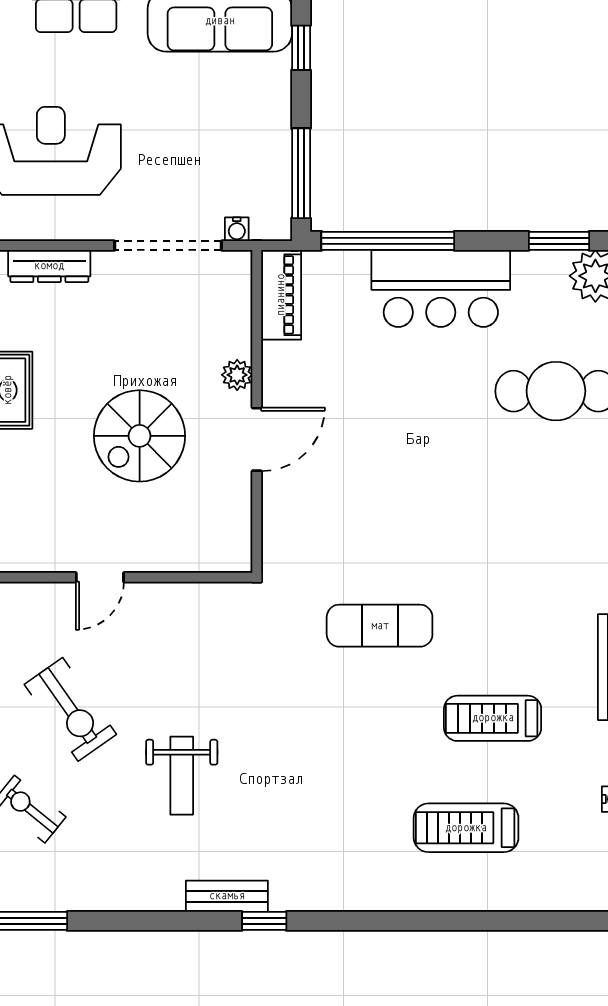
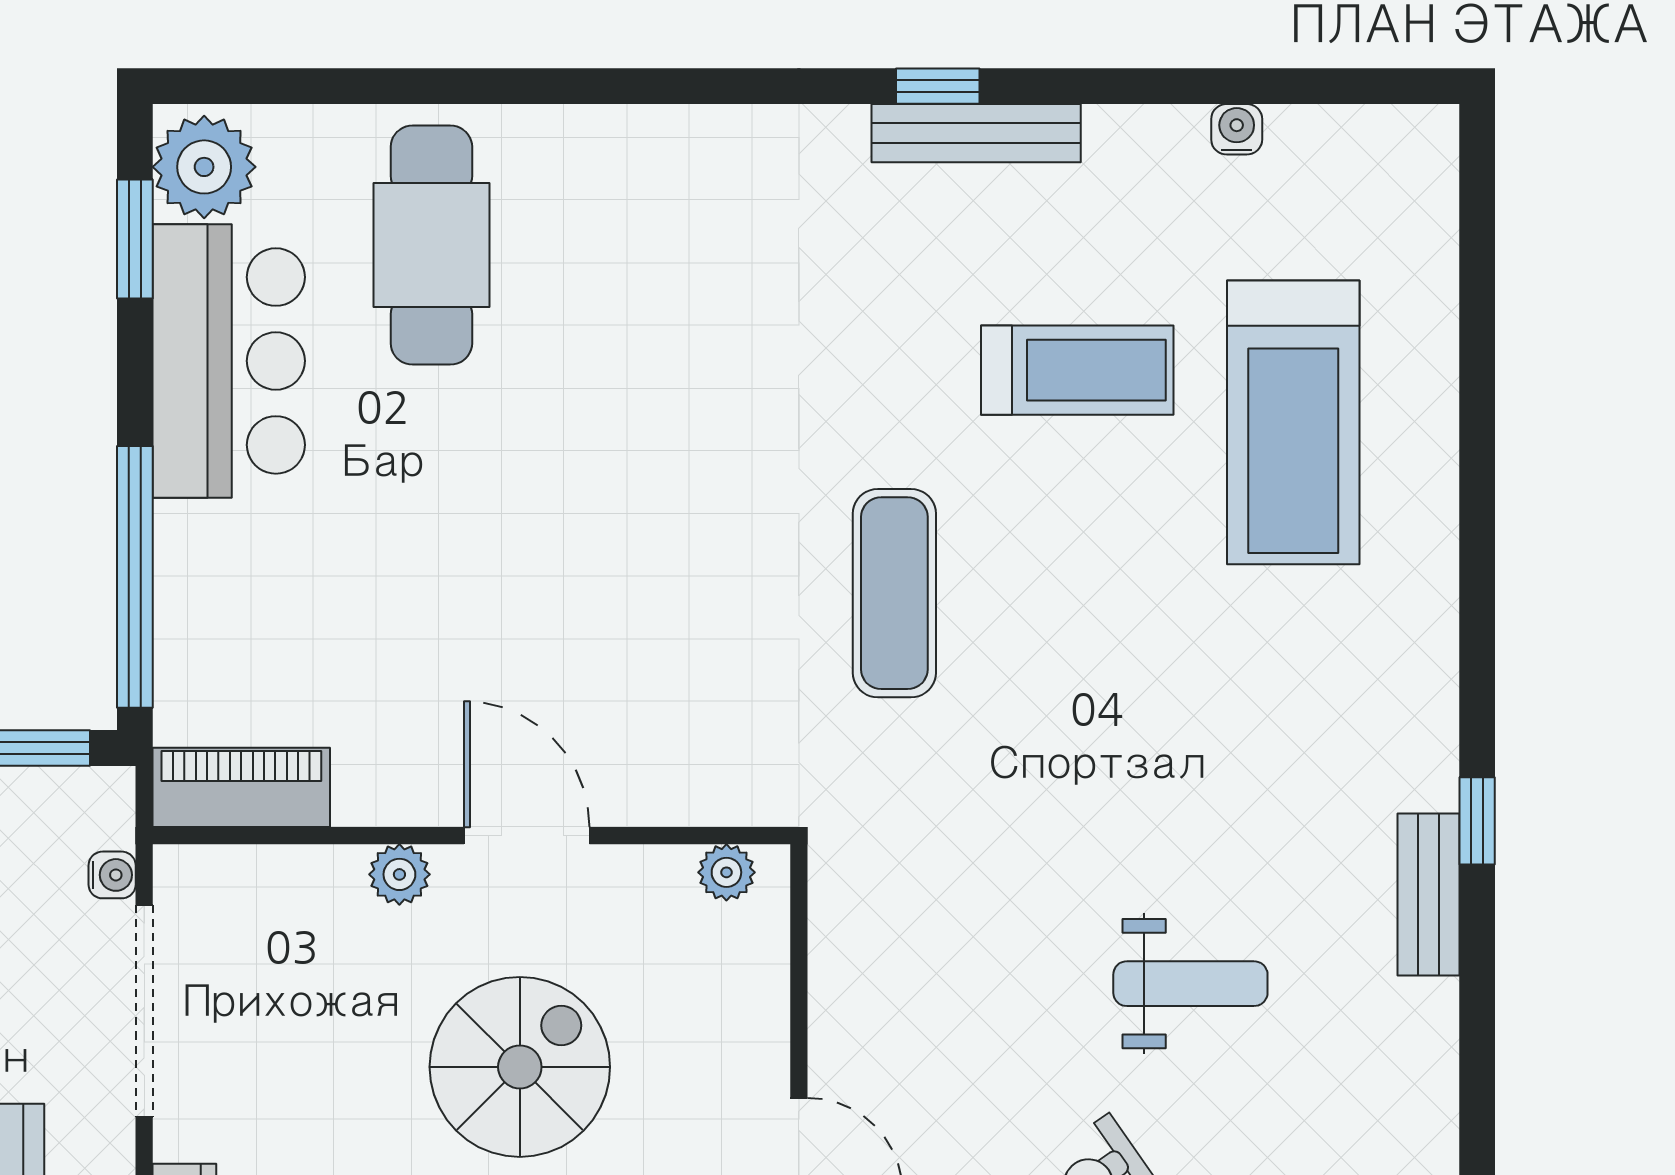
bar counter: (441, 288) -> (229, 361), moved
spiral stairs: (140, 436) -> (520, 1067), turned -90
plant: (238, 541) -> (726, 872), added
treadmill: (493, 718) -> (1077, 370), turned -90
treadmill: (466, 828) -> (1293, 422), width x1.37, depth x1.38

